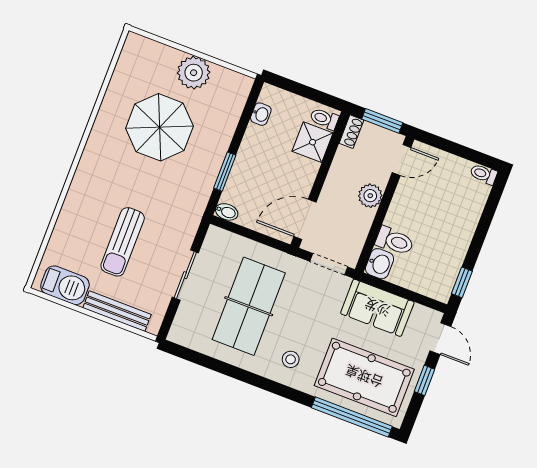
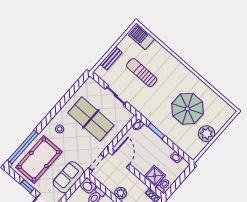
barbecue: (65, 285) -> (142, 37), moved, turned 90
bench: (117, 311) -> (111, 58), width x0.73

